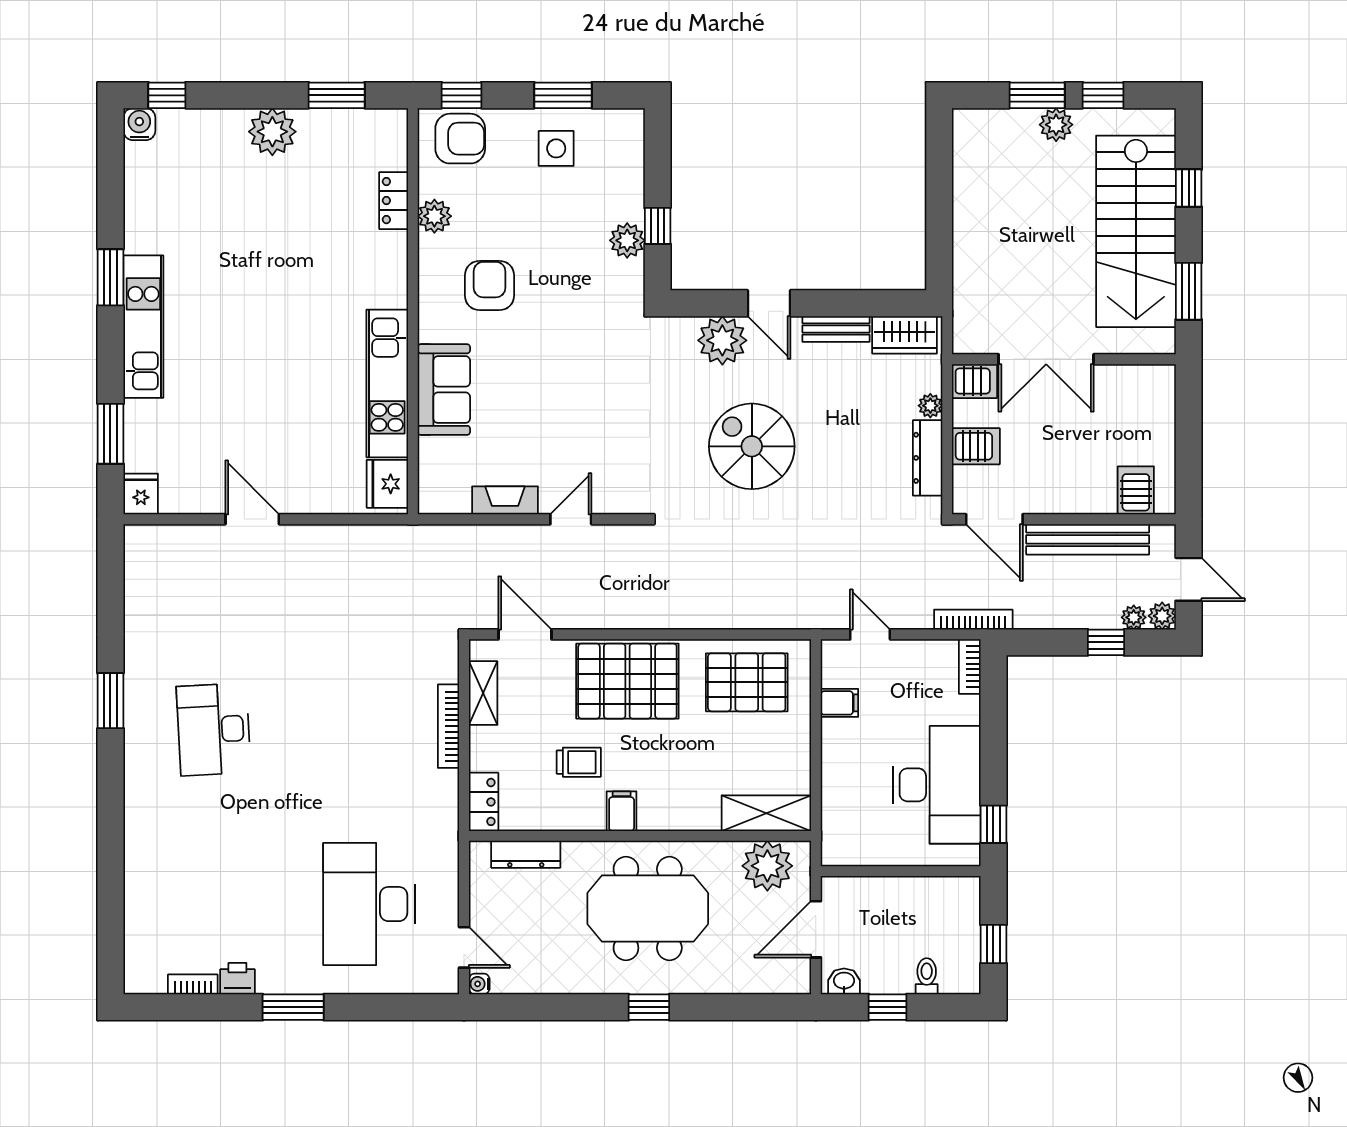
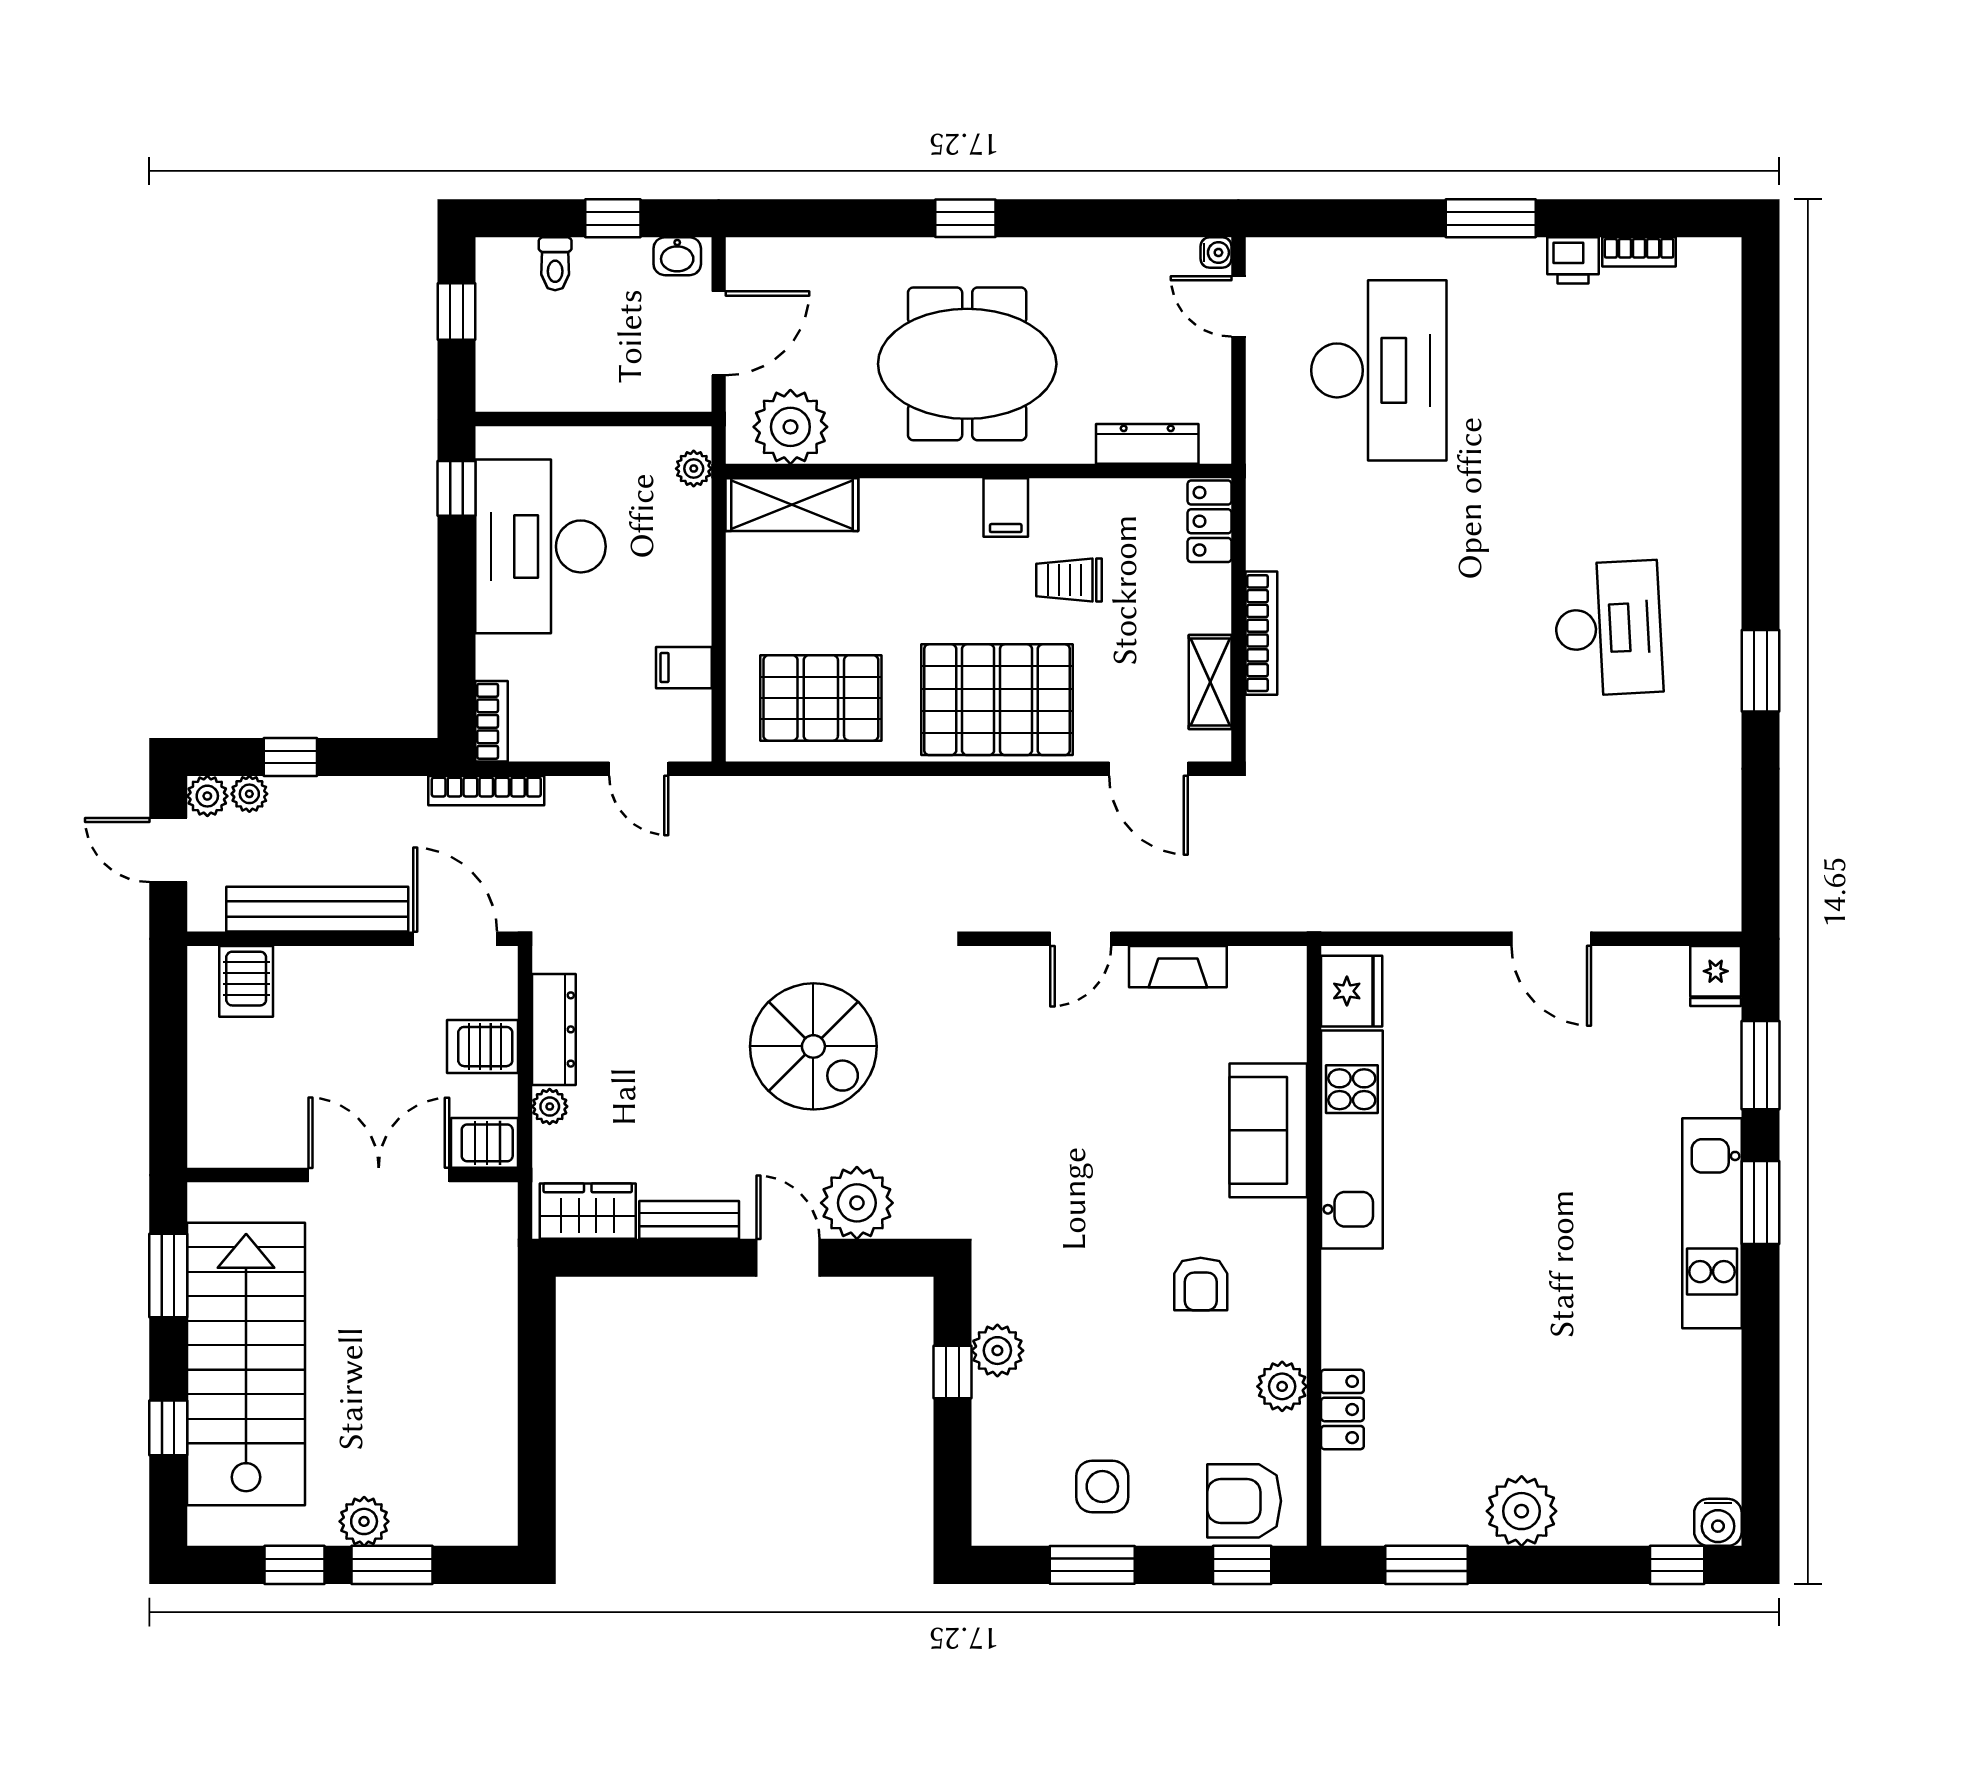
window: (110, 277) -> (1761, 1202), moved
armchair: (490, 285) -> (1201, 1284), width x0.72, depth x0.72
plant: (833, 838) -> (694, 469), added

